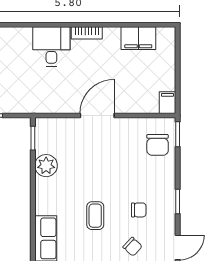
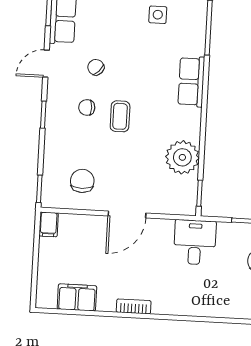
desk: (51, 47) -> (195, 242), moved, turned 180
chair: (158, 145) -> (82, 181), moved
plant: (46, 166) -> (182, 157), width x1.36, depth x1.36
coffee table: (95, 216) -> (120, 116), moved

